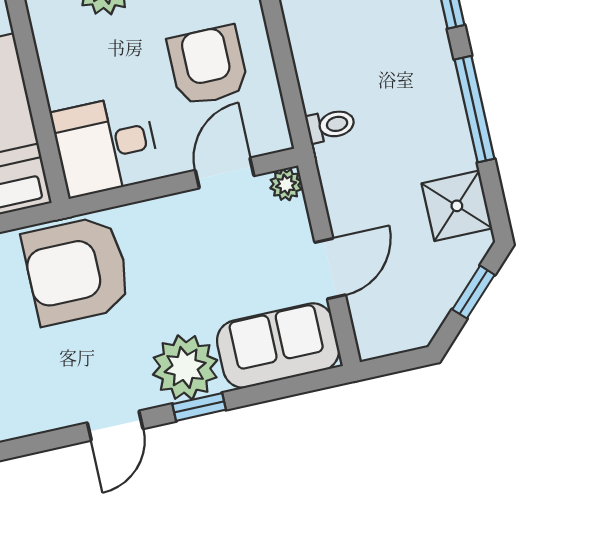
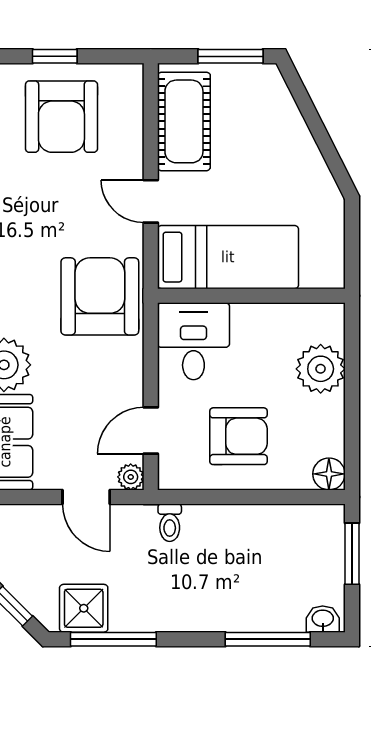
window: (474, 109) -> (113, 639), moved
door: (225, 173) -> (151, 431), swing flipped
door: (330, 269) -> (86, 497), moved

